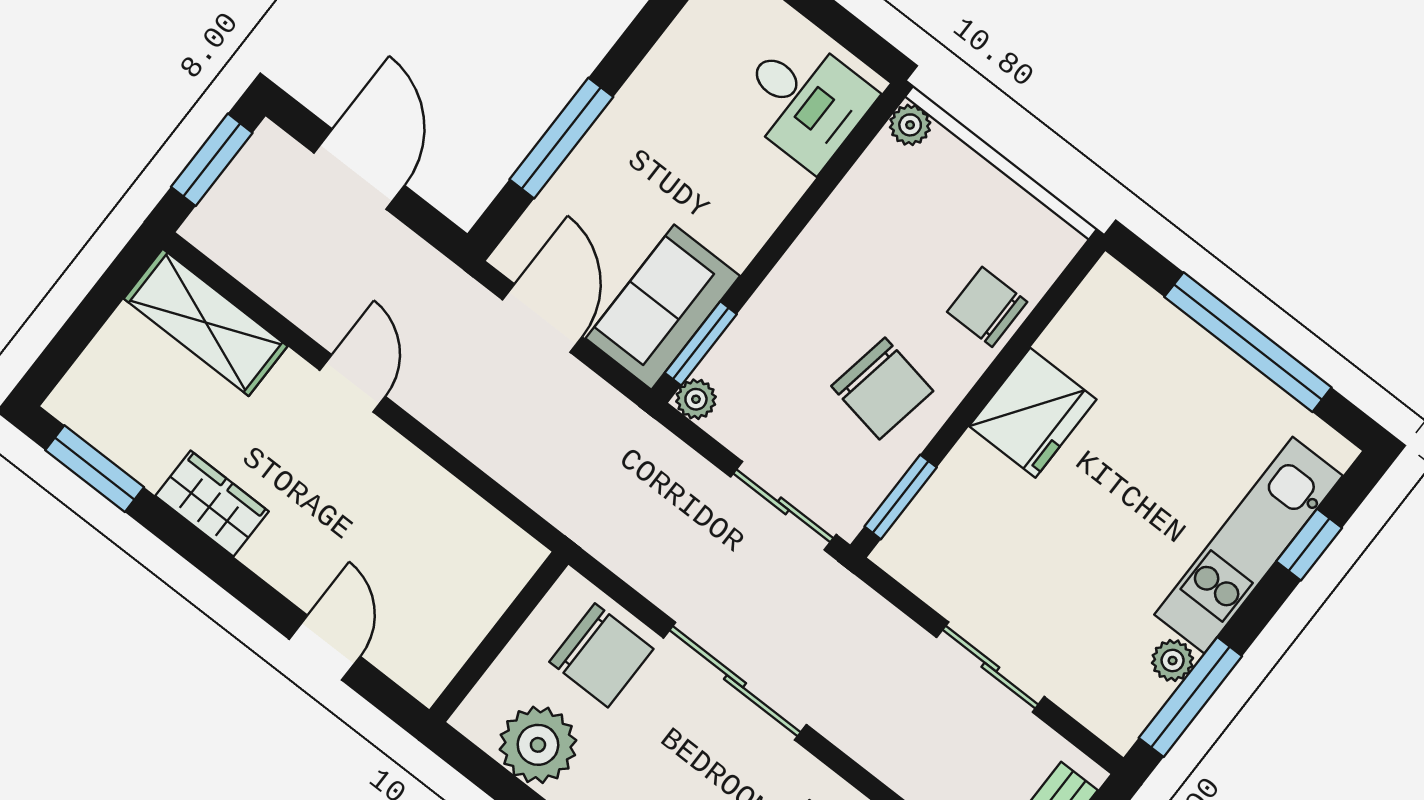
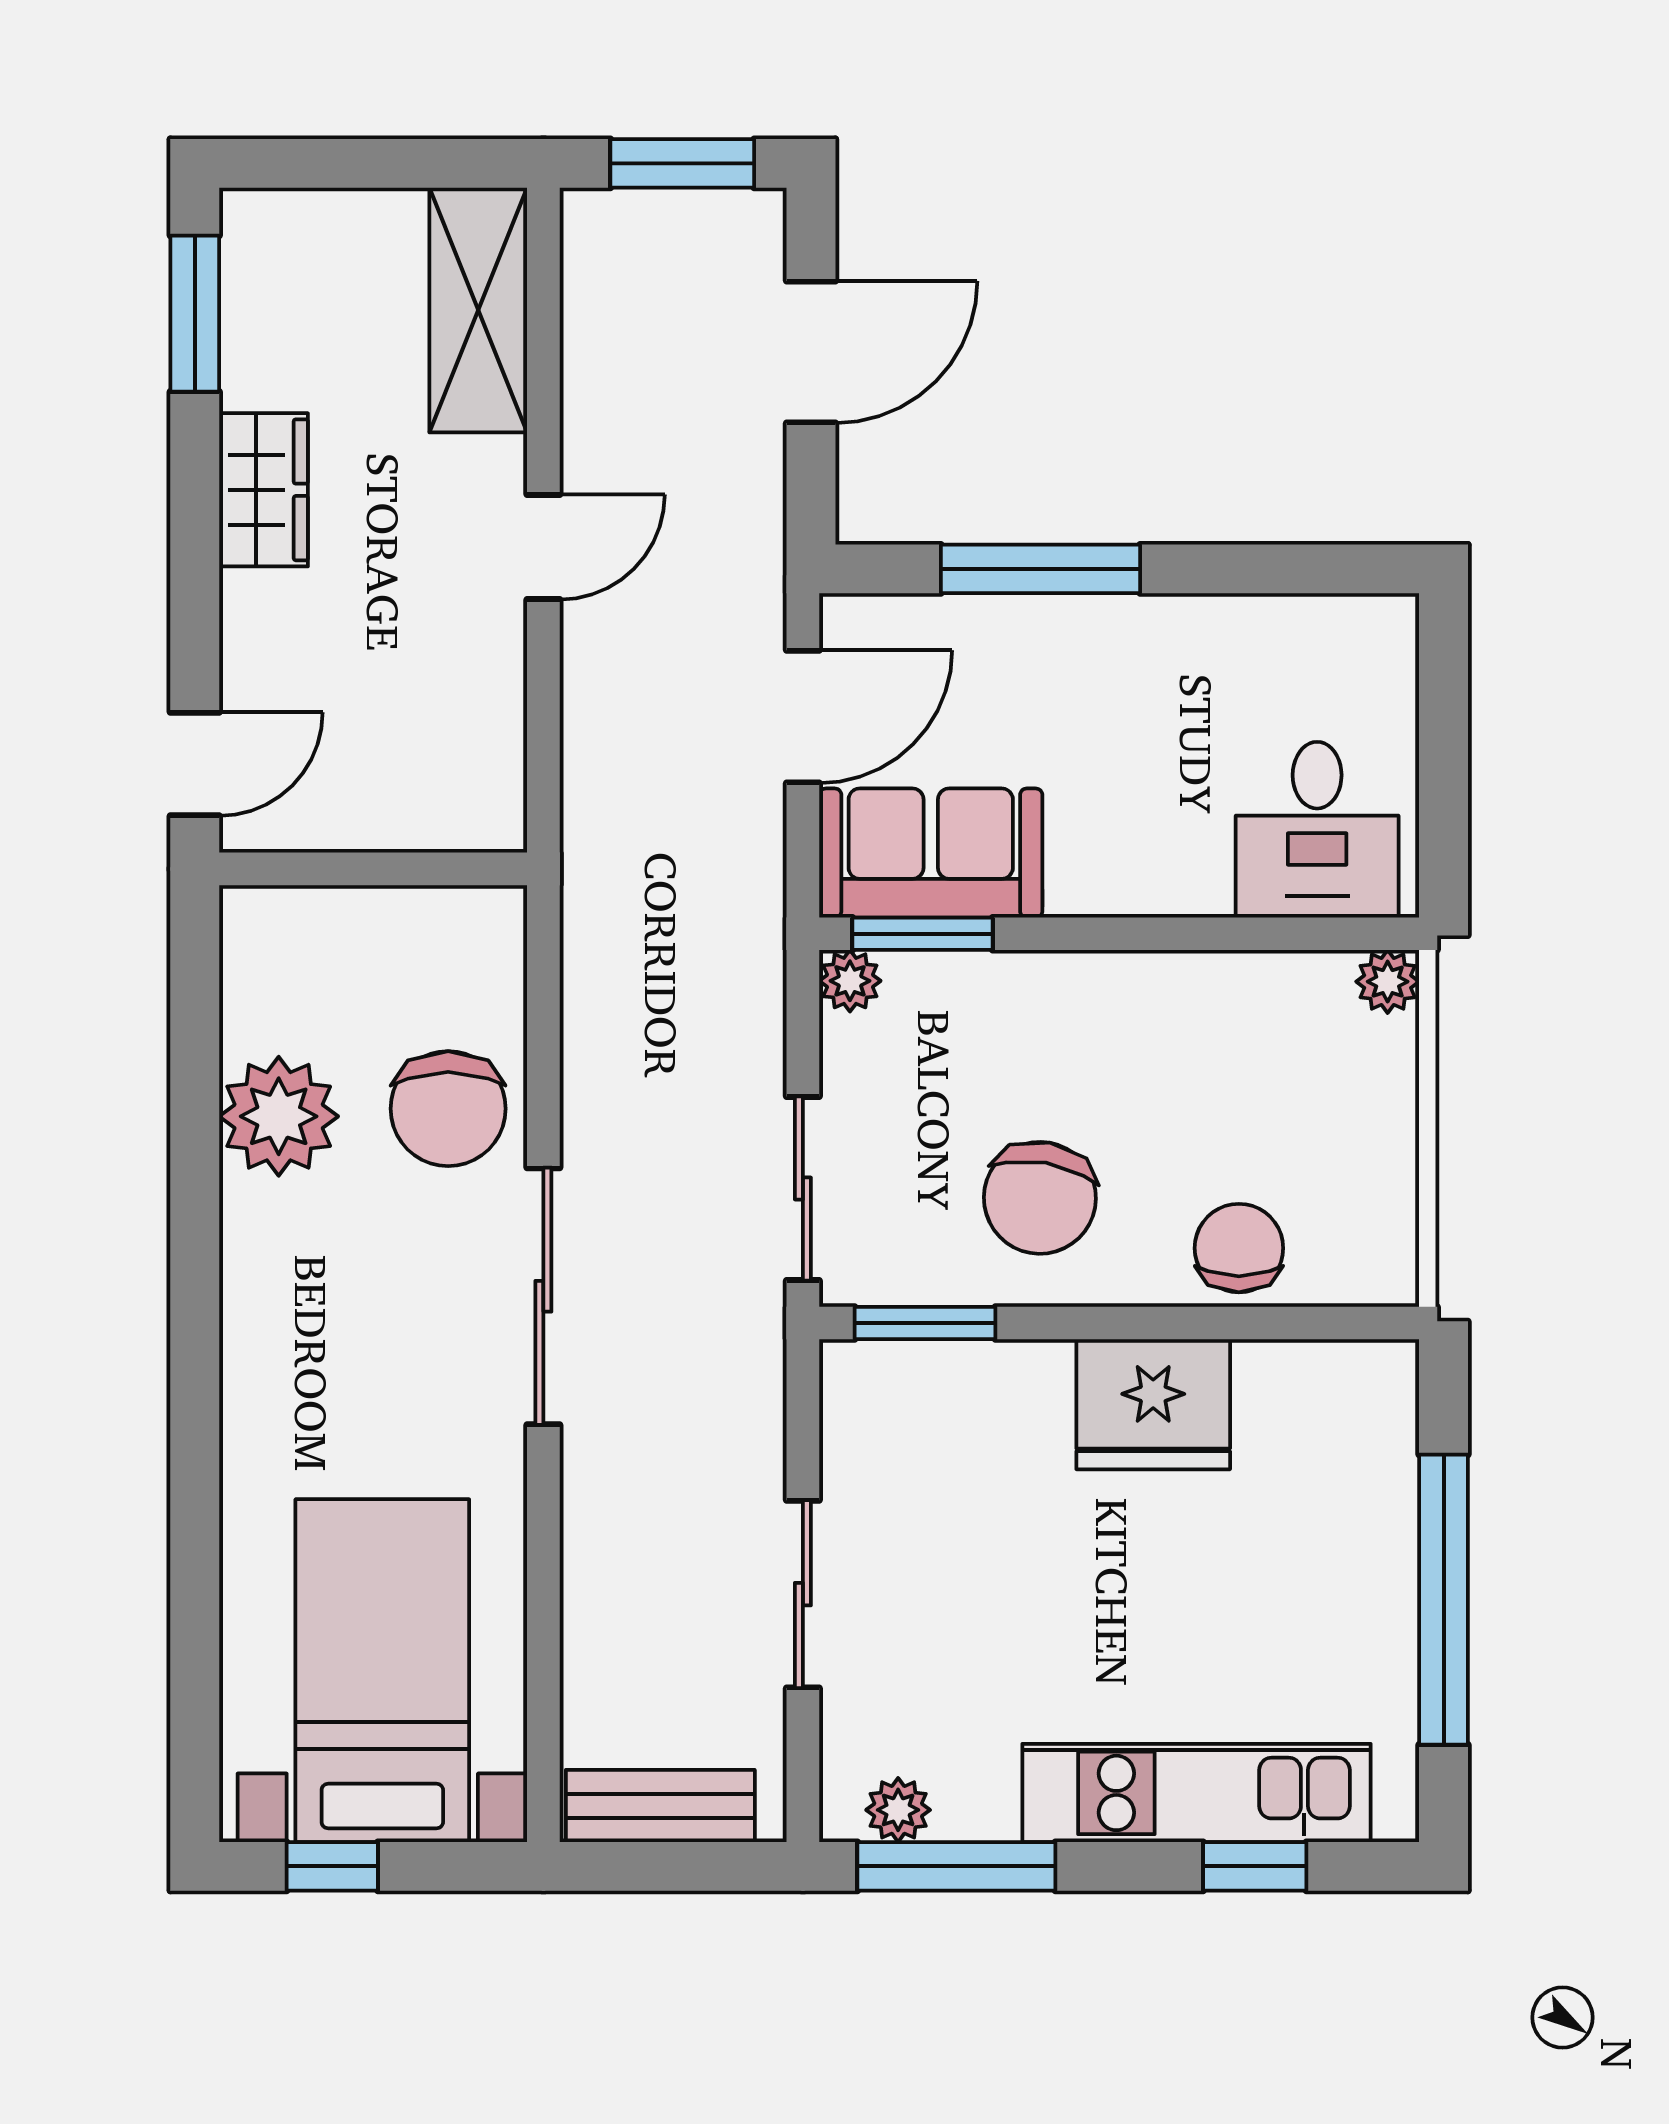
wall: (499, 637) -> (373, 869), moved
plant: (1173, 661) -> (898, 1810), moved

